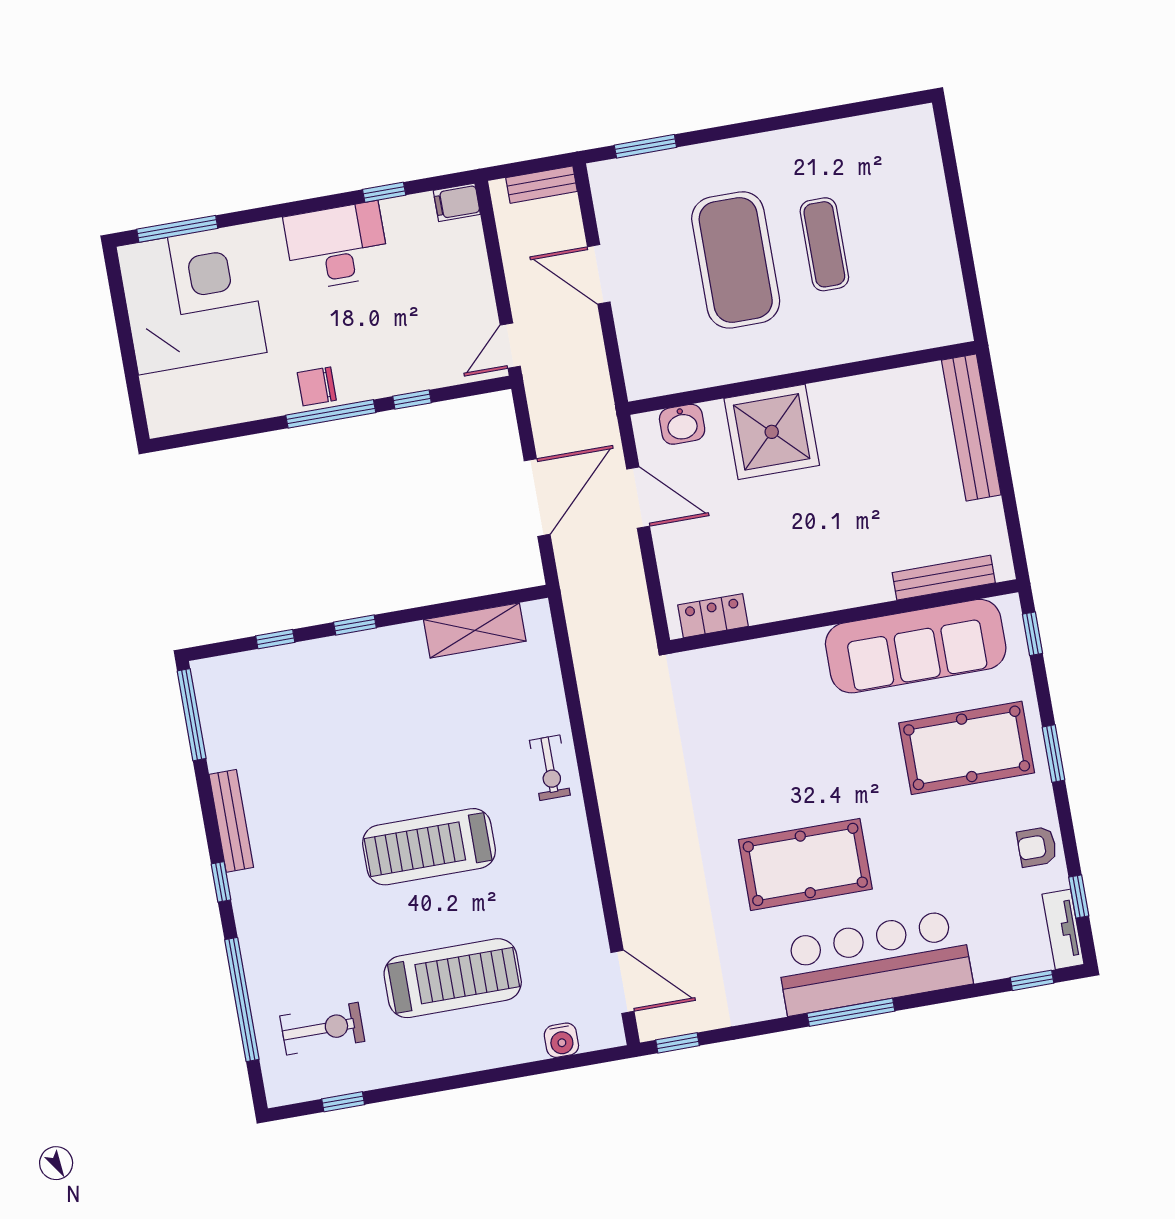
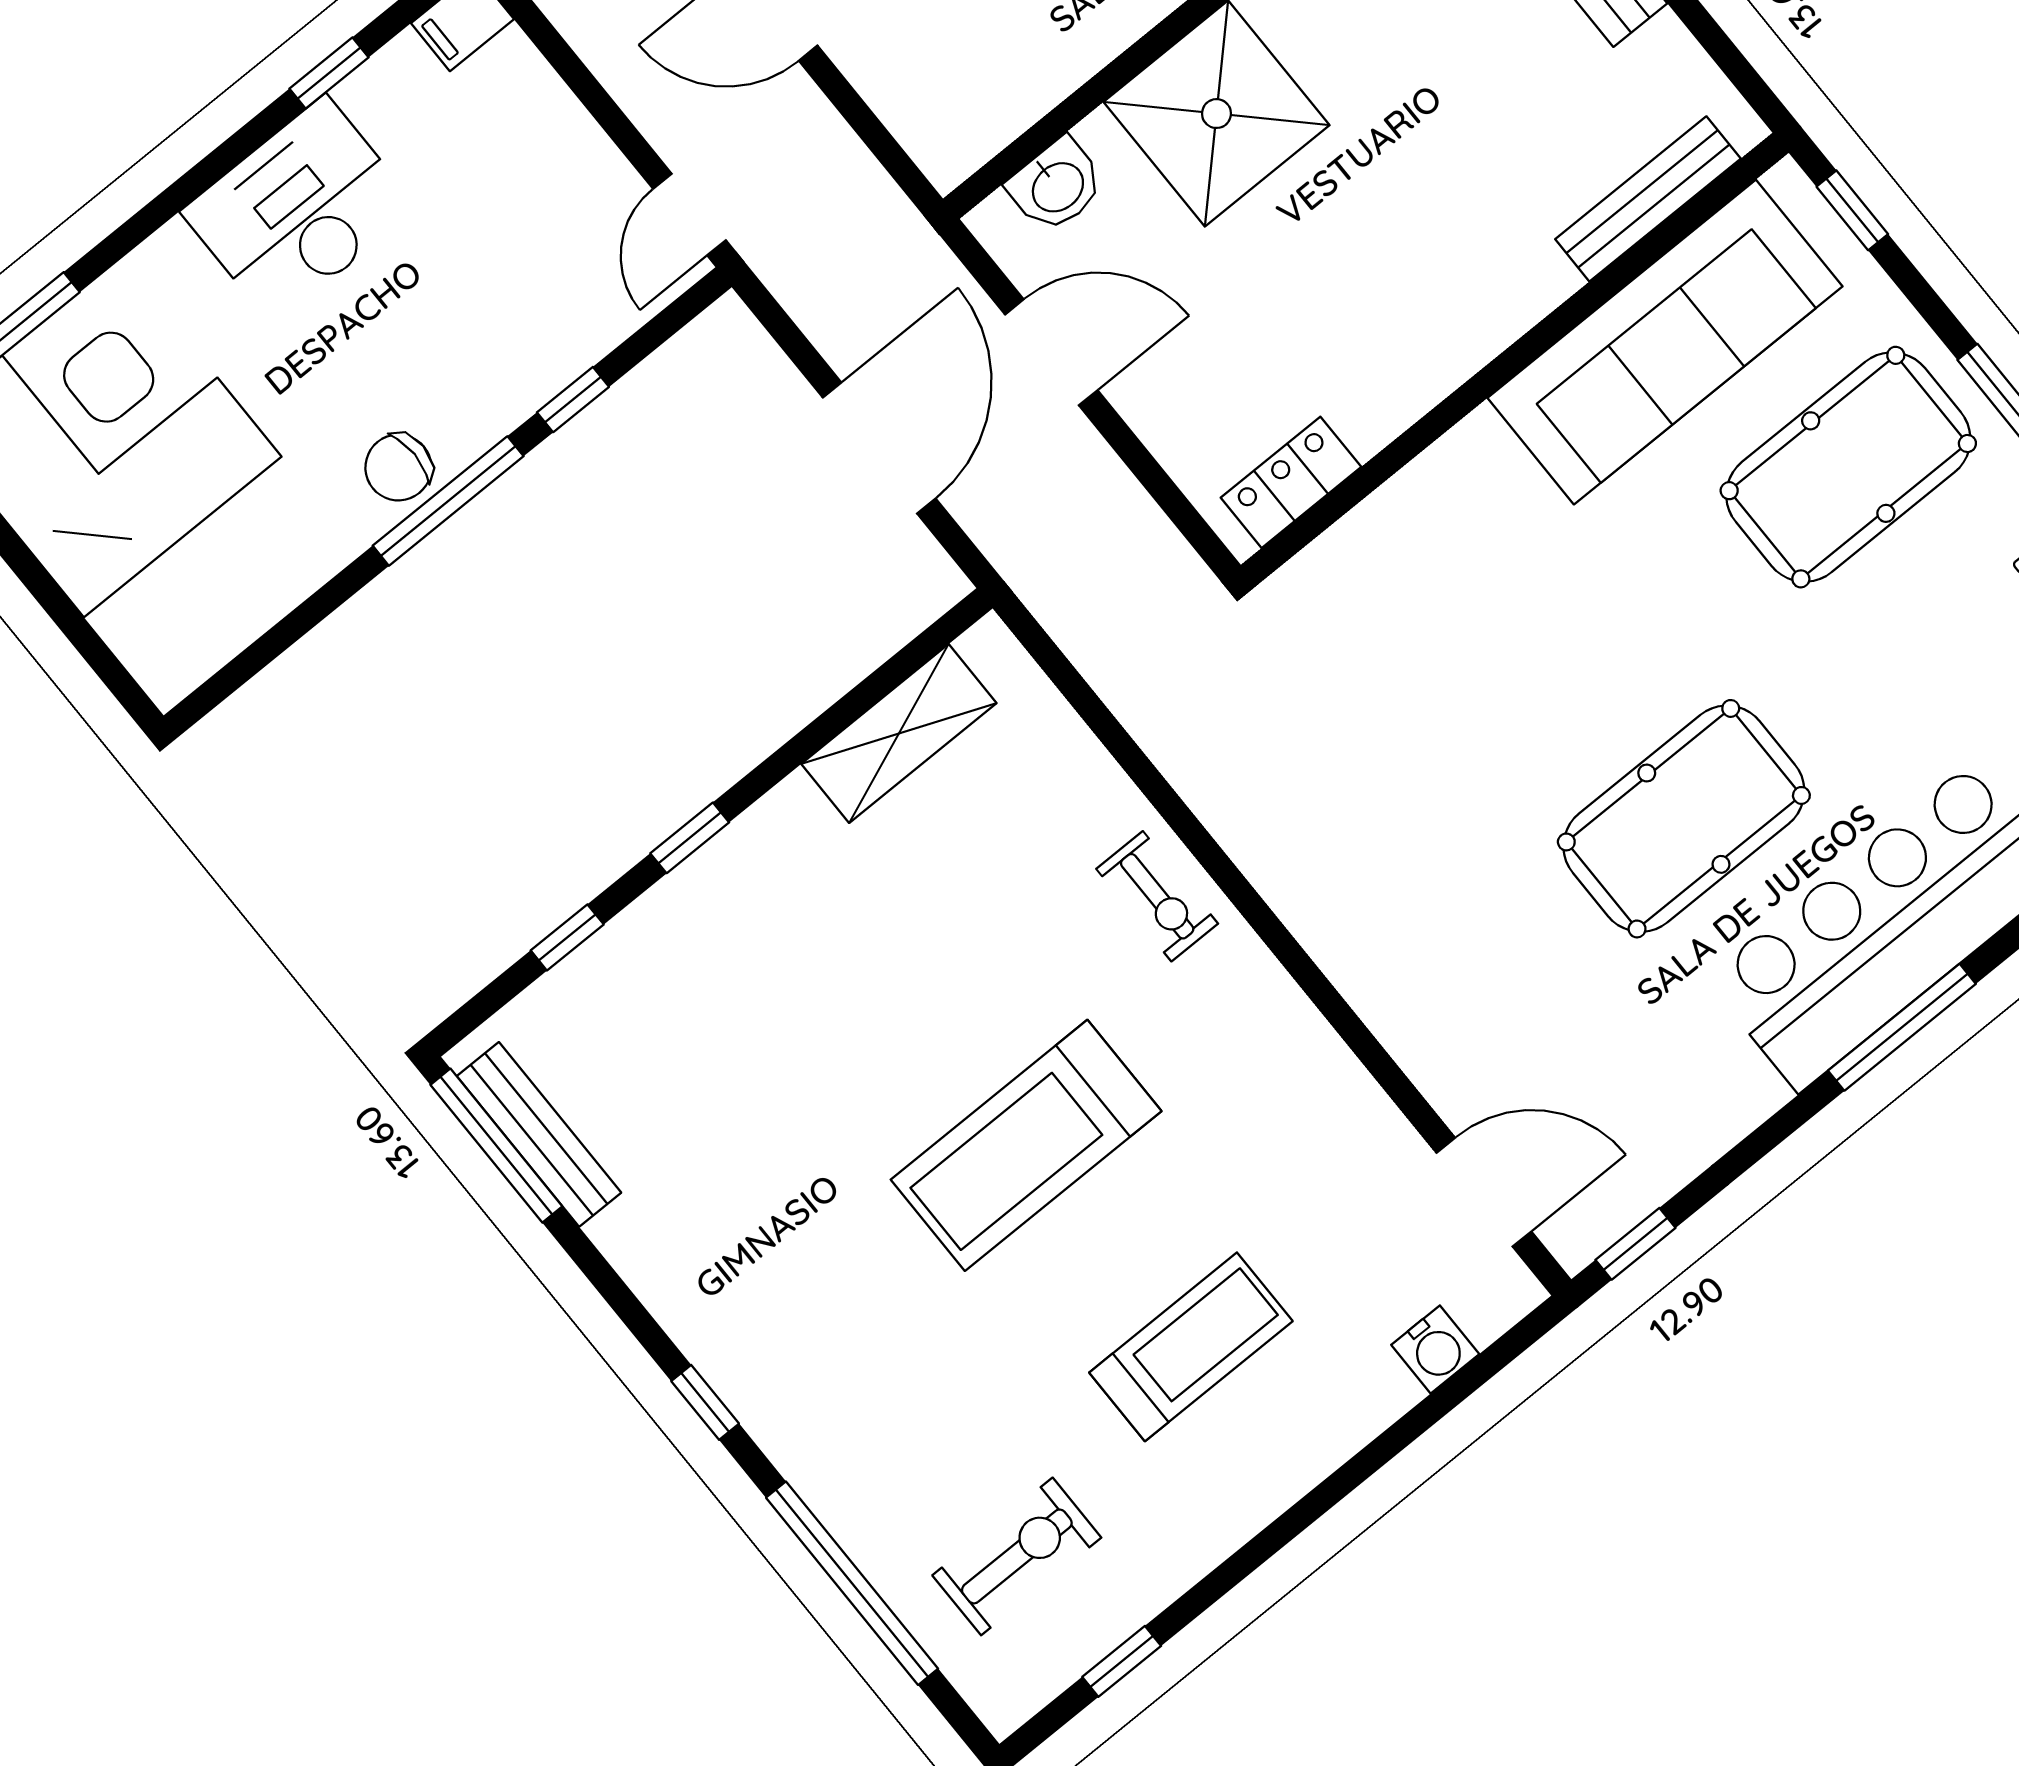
bench: (231, 821) -> (539, 1134), moved
treadmill: (453, 978) -> (1191, 1347), width x0.73, depth x0.73

